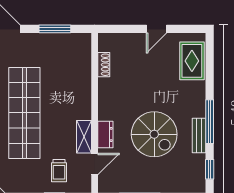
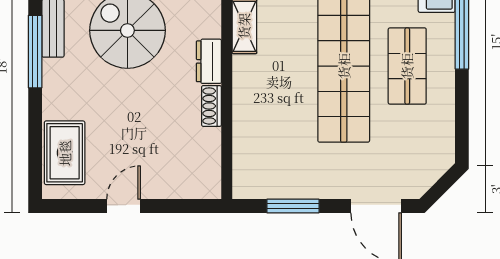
shoe rack: (104, 65) -> (211, 106), moved
dresser: (105, 134) -> (209, 61), moved

